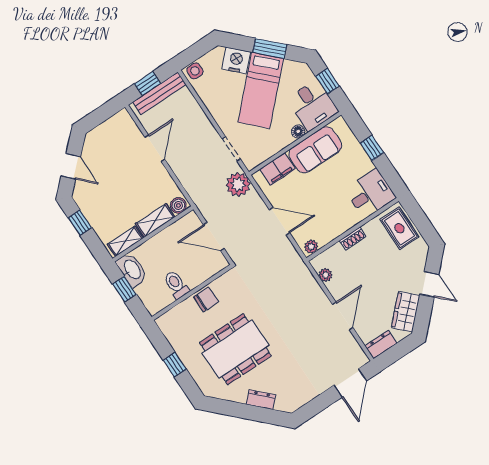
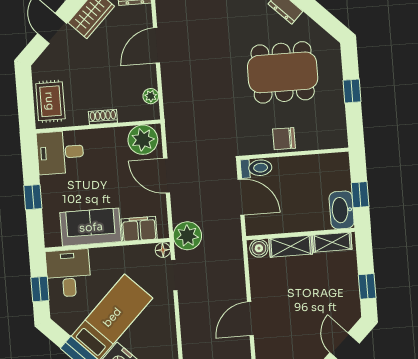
floor lamp: (298, 131) -> (163, 250), moved
plant: (311, 247) -> (143, 140), width x1.88, depth x1.88
toilet: (176, 285) -> (256, 168), moved, turned -90

